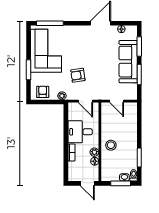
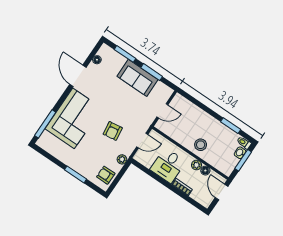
corner sofa: (46, 51) -> (73, 118), moved, turned 90
sofa: (128, 62) -> (138, 78), width x0.73
door: (87, 183) -> (222, 192), swing flipped

